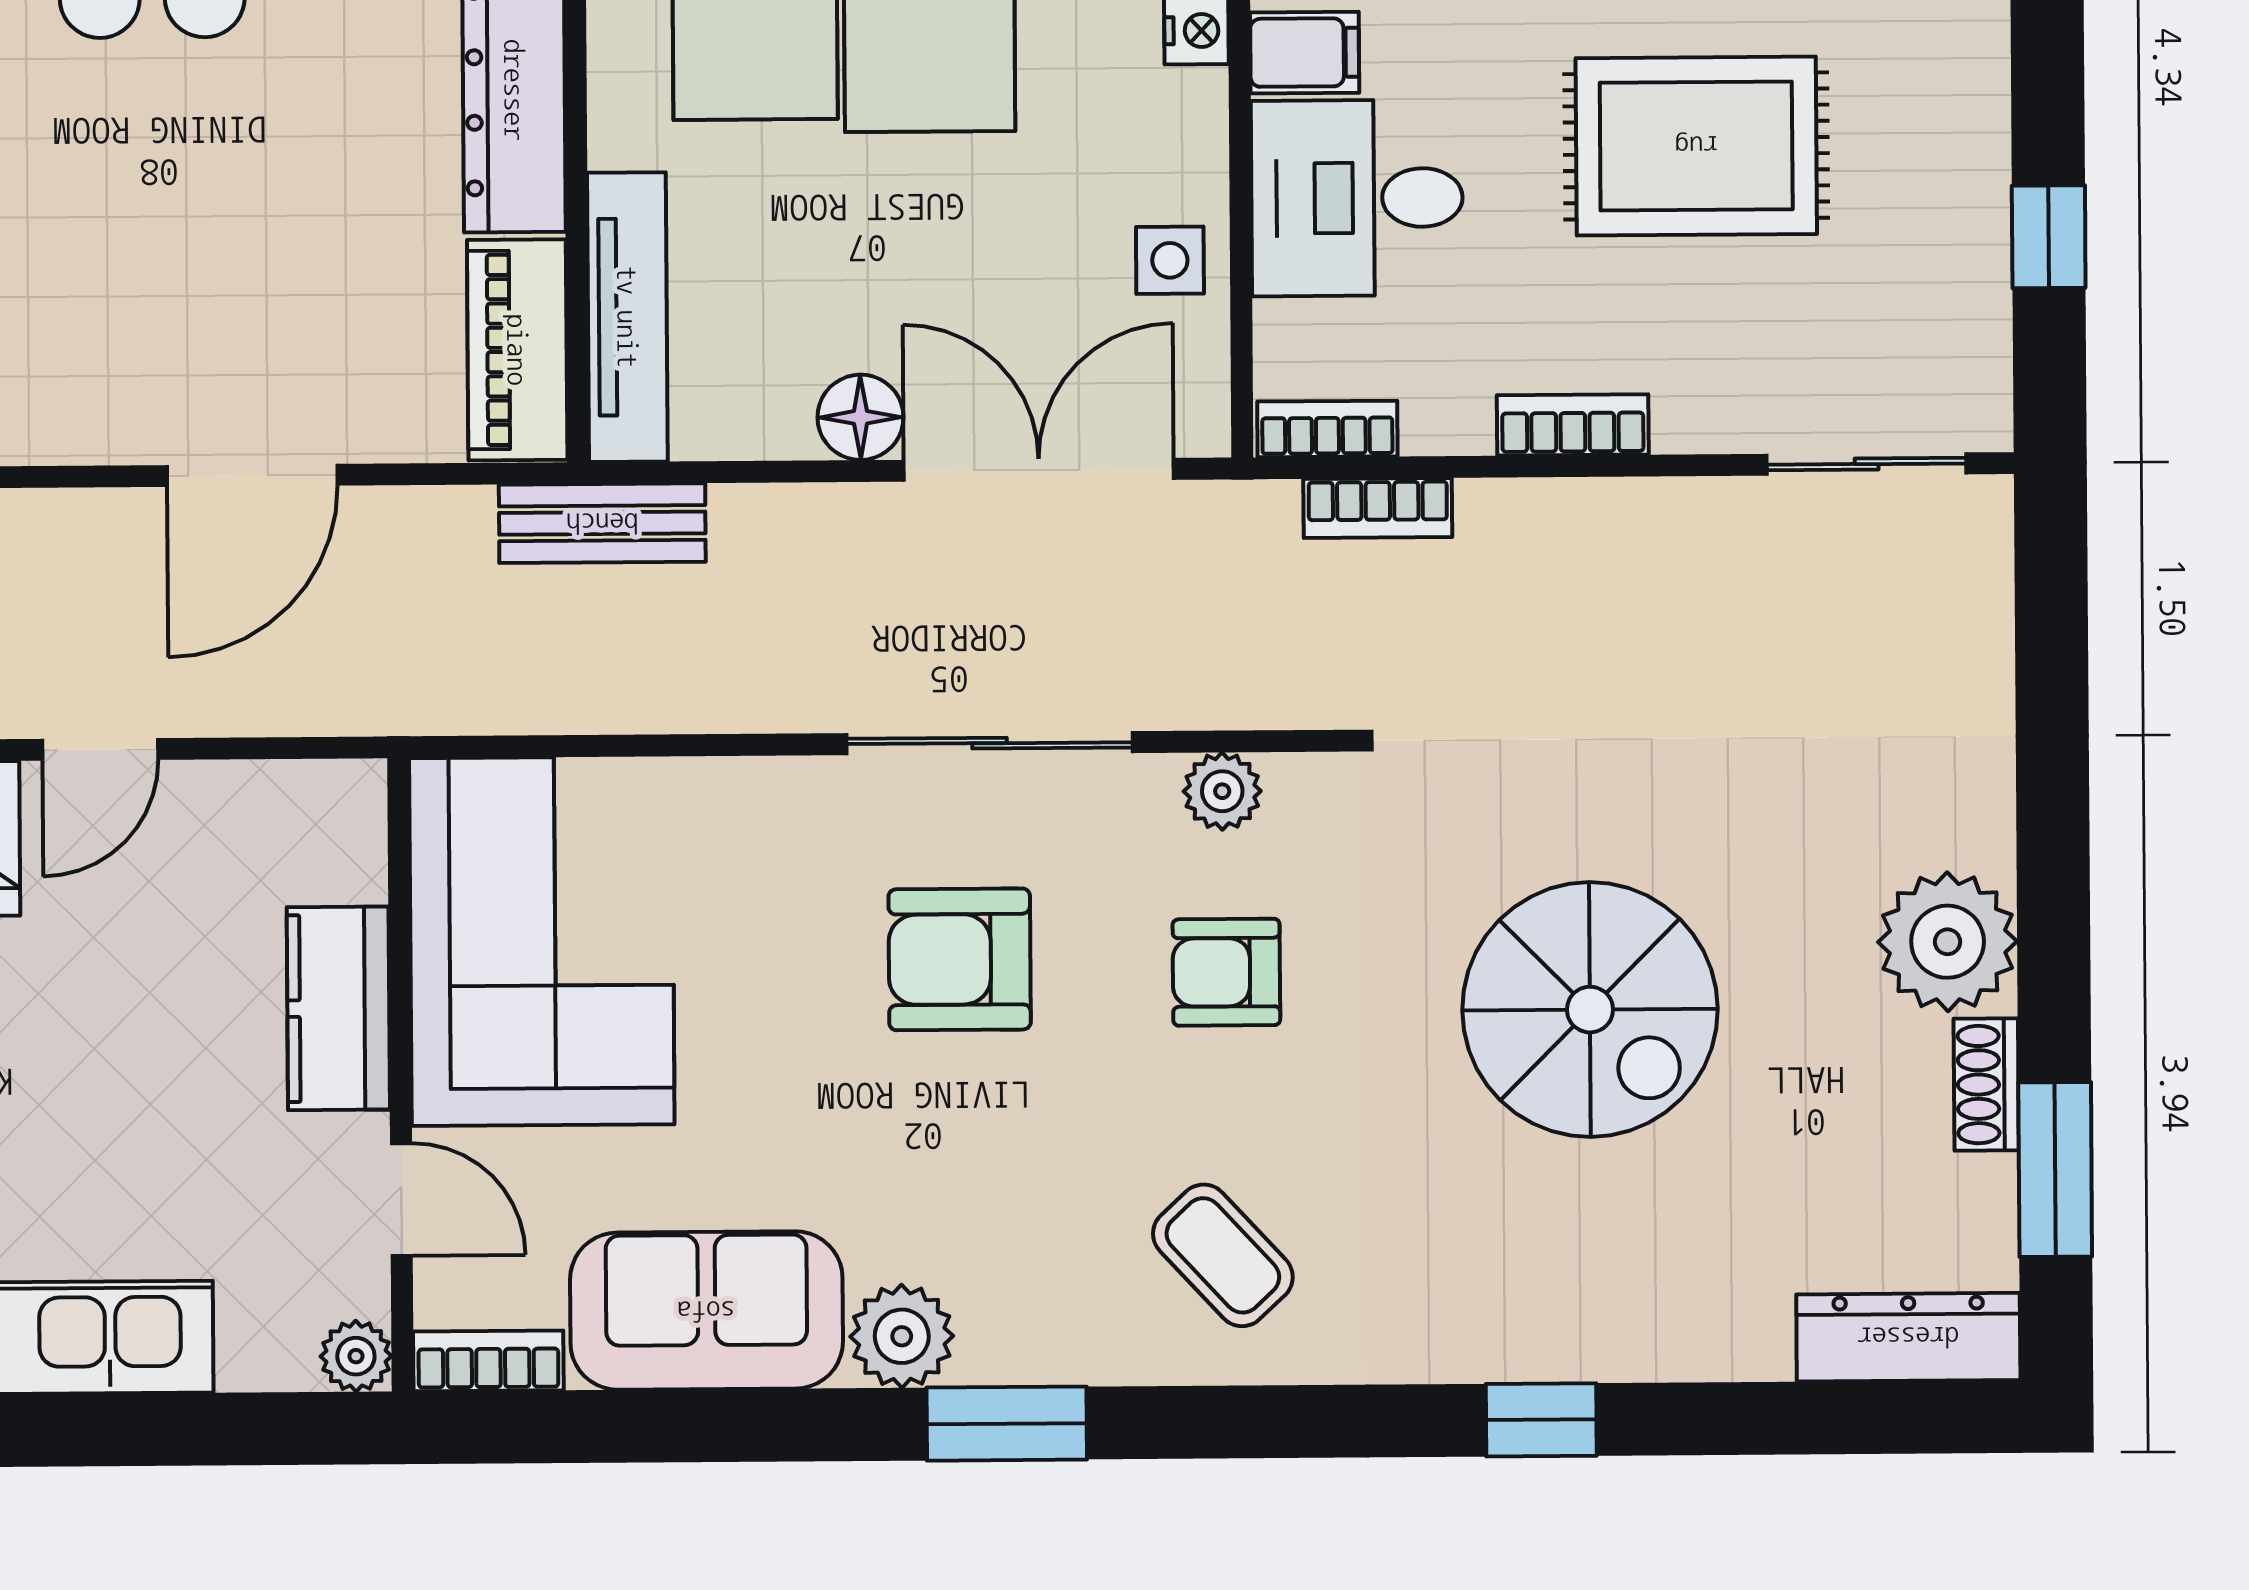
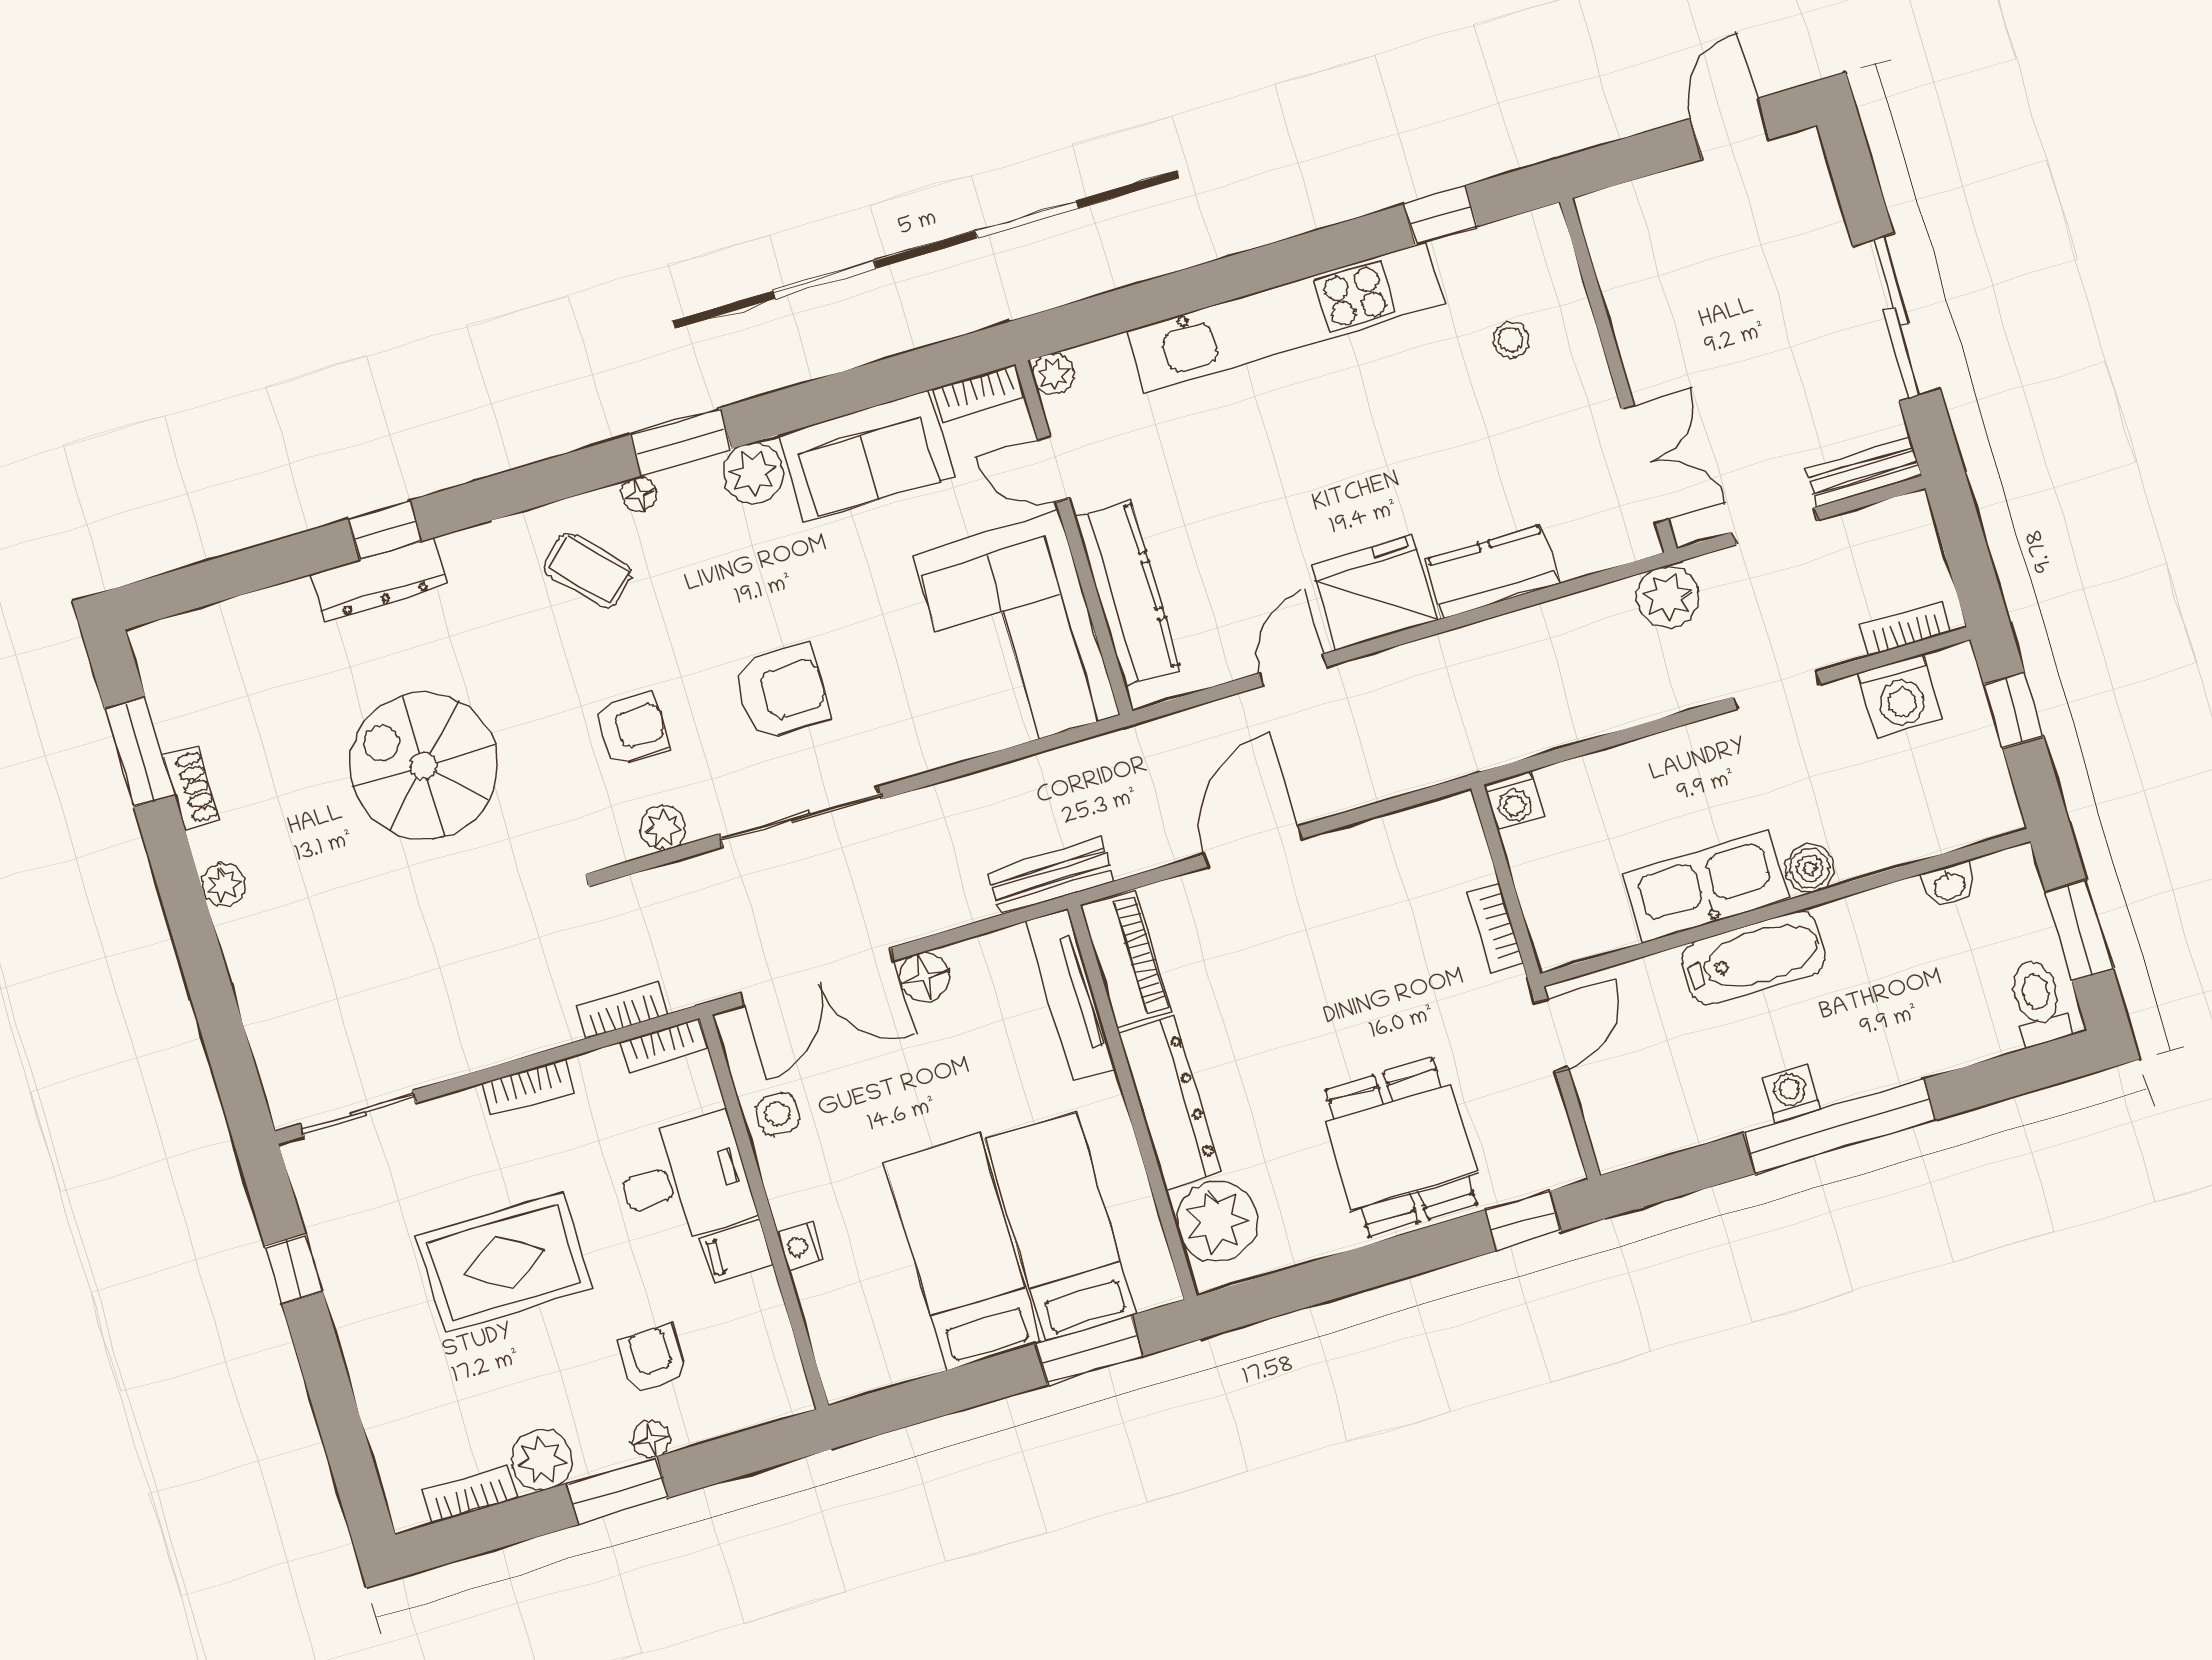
plant: (1948, 942) -> (223, 885), width x0.53, depth x0.53
kitchen counter: (338, 1008) -> (1127, 593), width x1.50
dresser: (1908, 1337) -> (380, 580), moved
floor lamp: (1101, 1357) -> (639, 494), added

